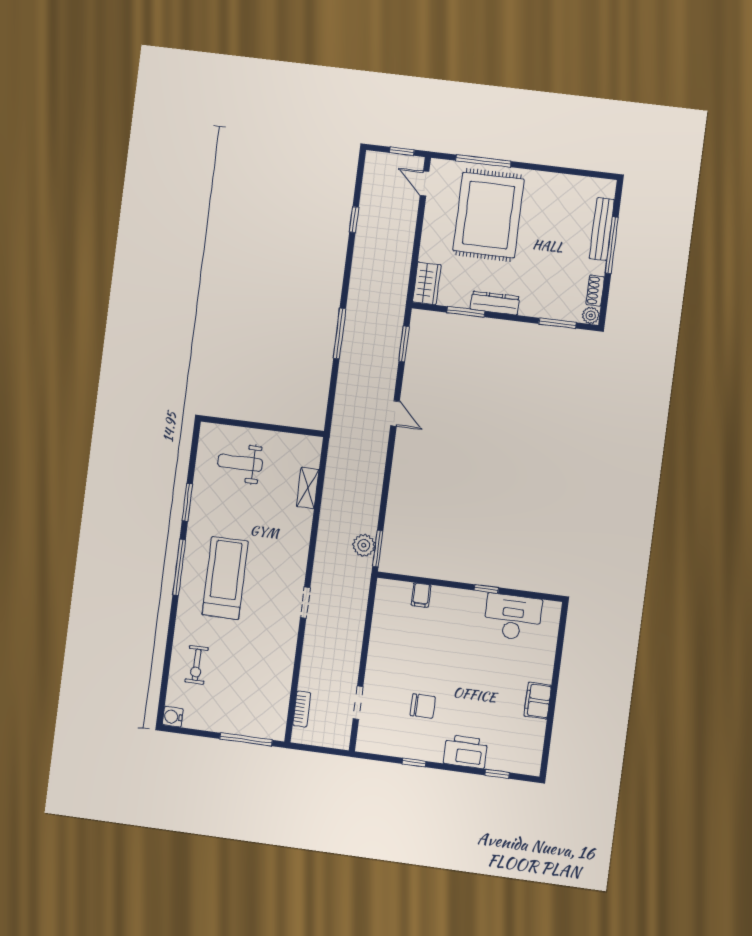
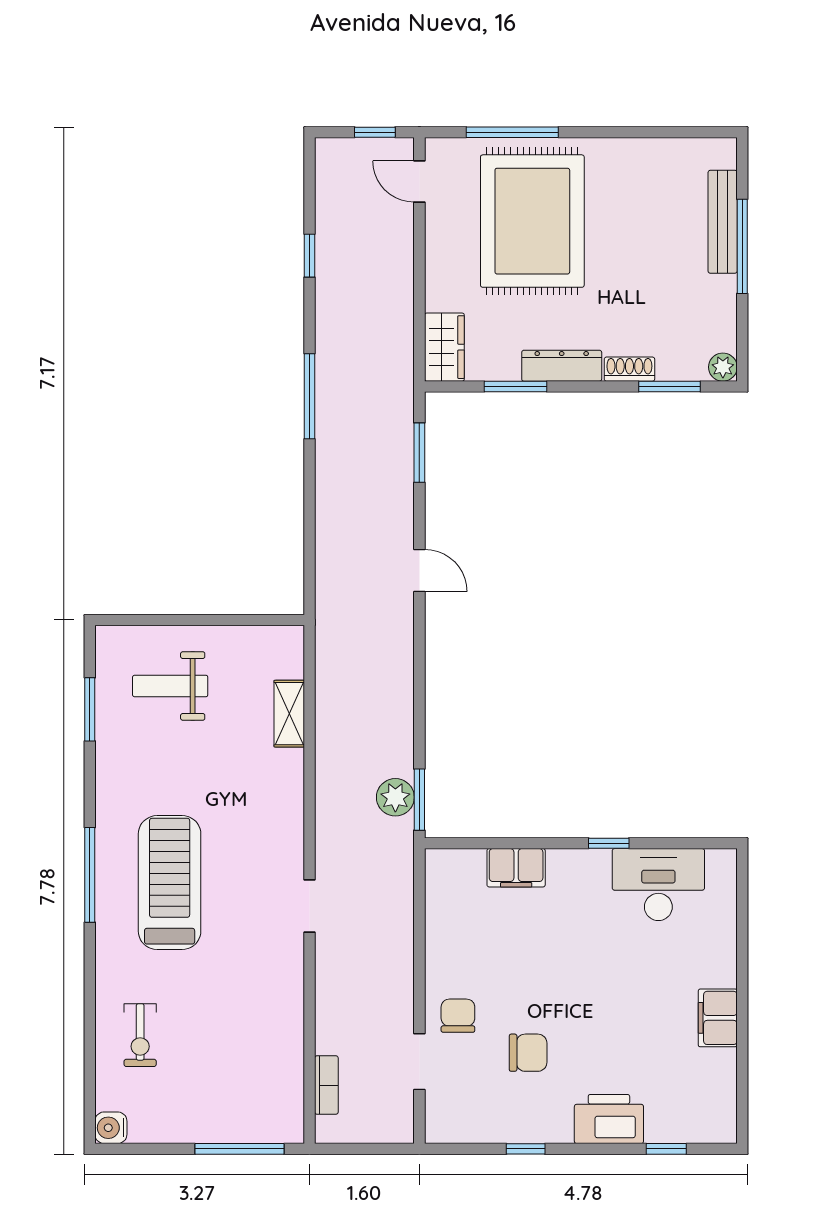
shoe rack: (595, 291) -> (629, 369), moved, turned 90
window: (340, 333) -> (309, 396), moved
window: (187, 502) -> (90, 709), moved
filing cabinet: (421, 595) -> (516, 868), width x2.00
chair: (384, 679) -> (458, 1016), added

